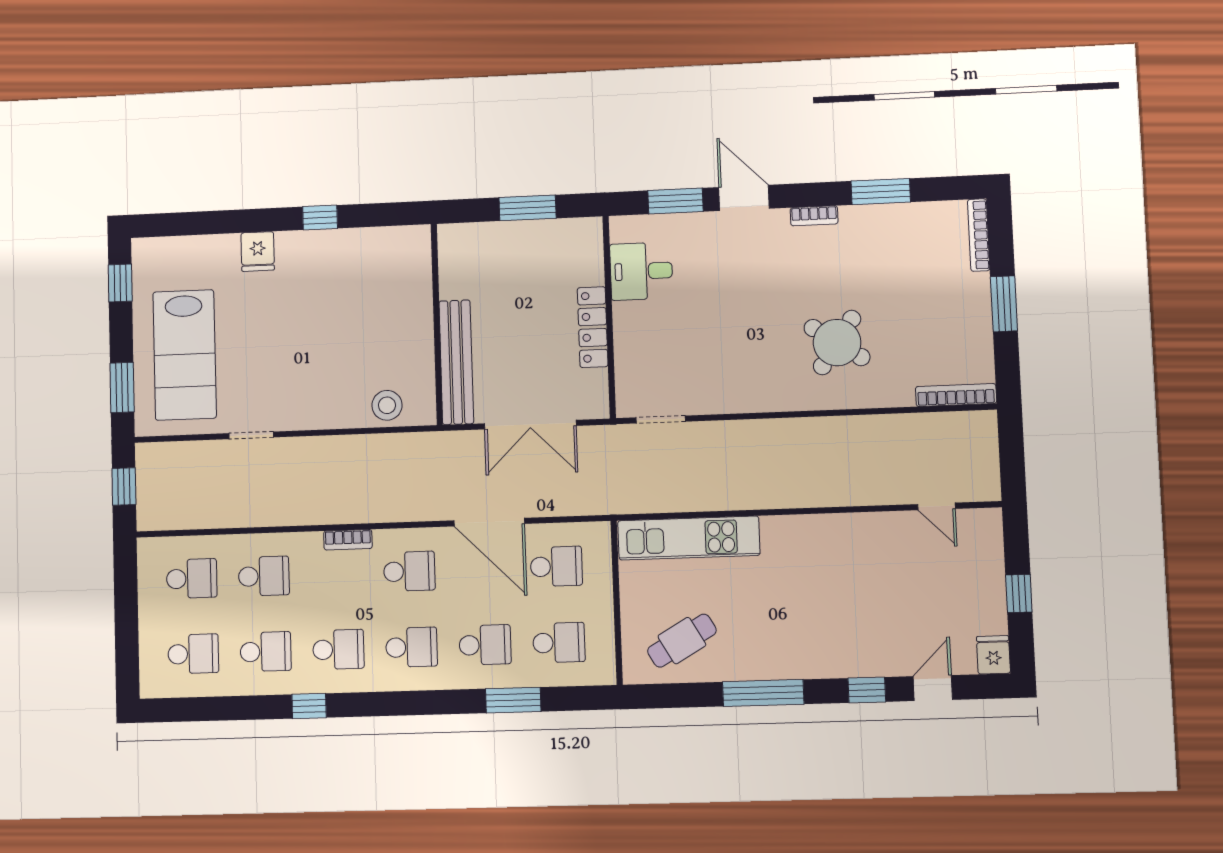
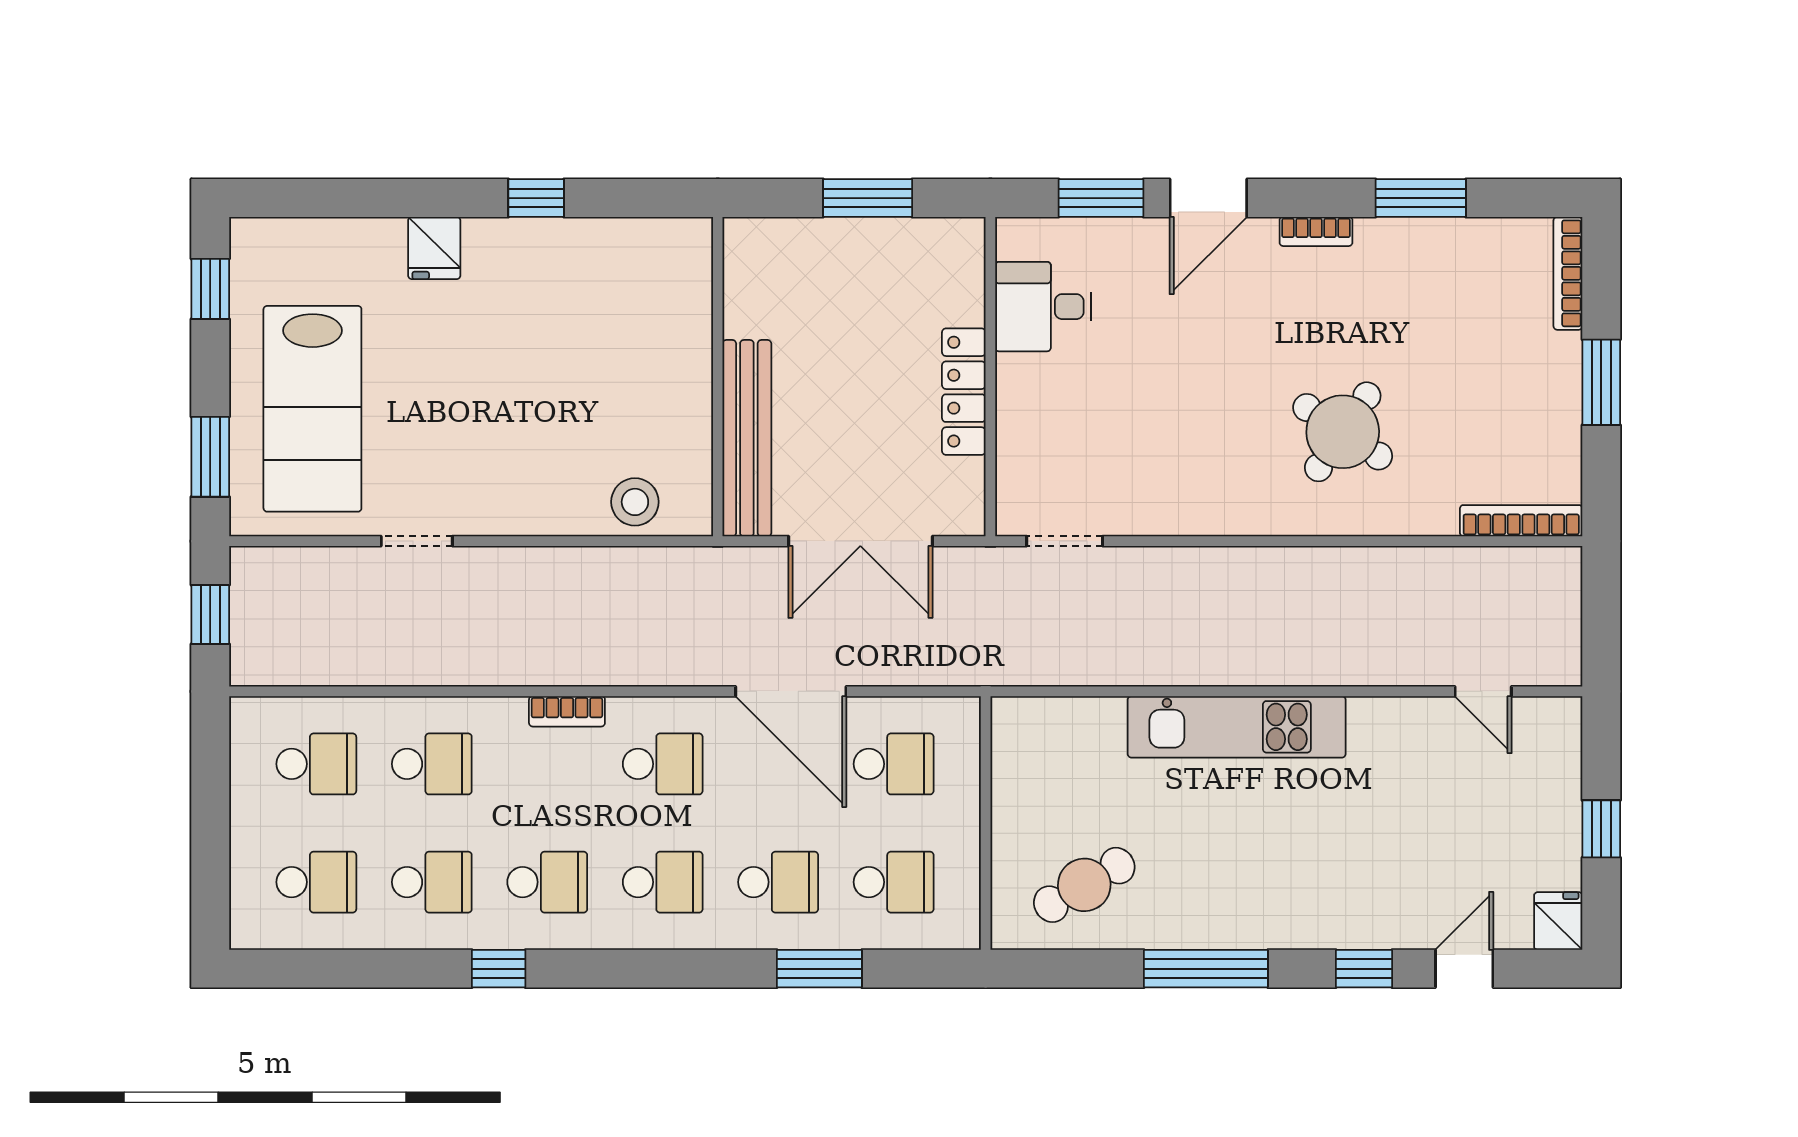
door: (744, 198) -> (1208, 198), swing flipped
kitchen unit: (689, 538) -> (1237, 727), moved

